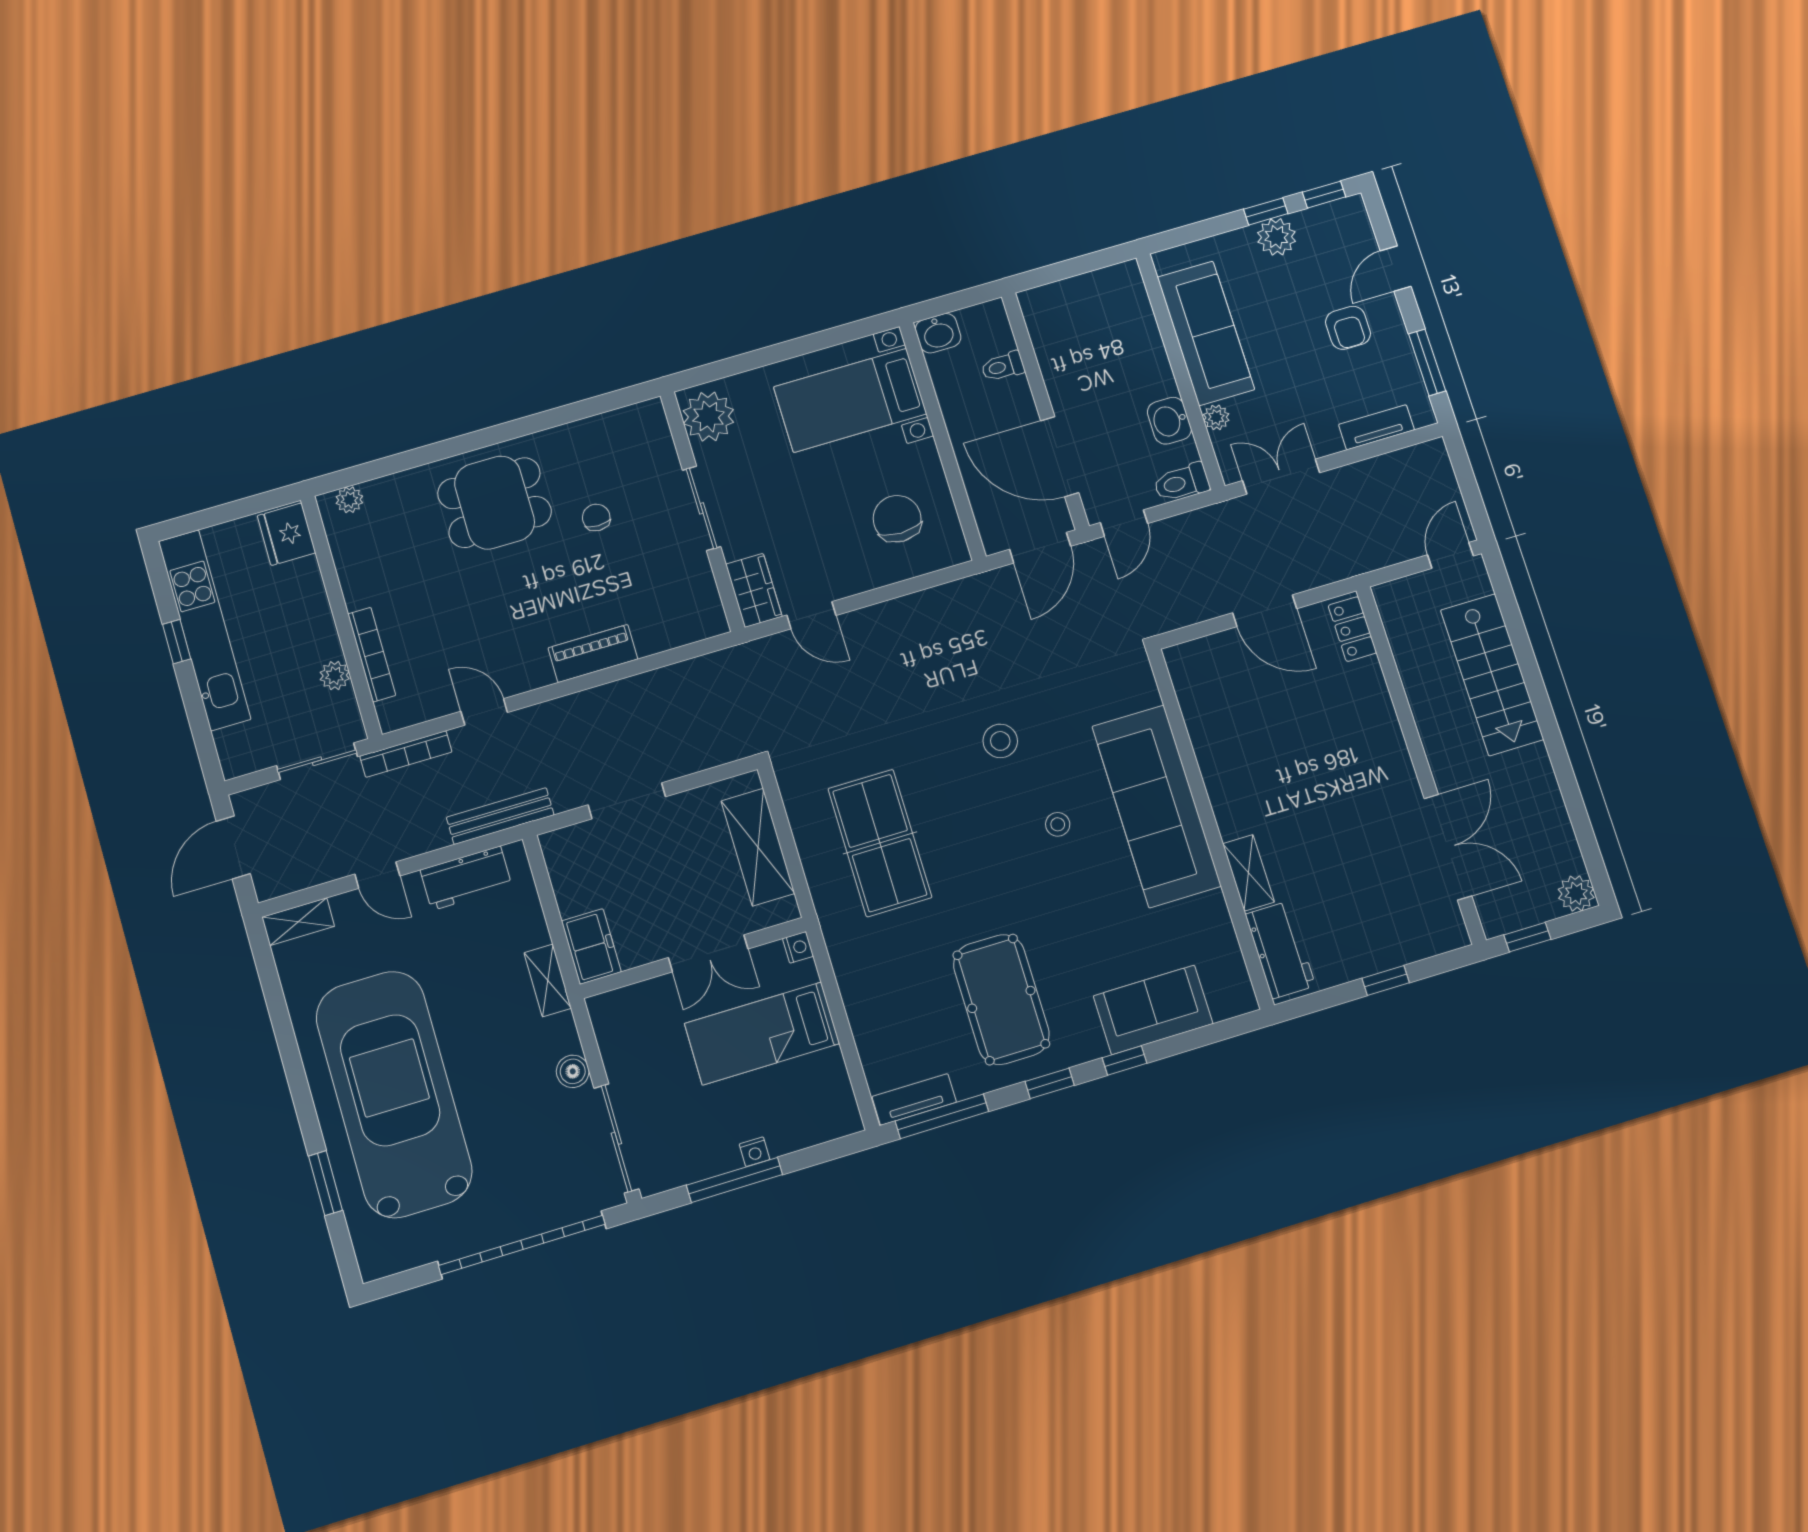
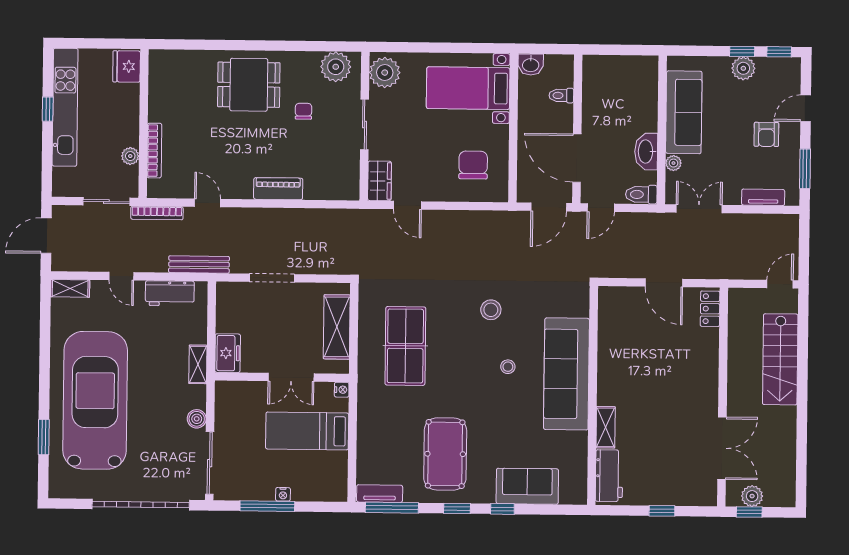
washbasin: (1169, 421) -> (646, 152), width x1.38
plant: (349, 500) -> (336, 67), moved, width x1.88, depth x1.88
plant: (1576, 893) -> (752, 496), moved

